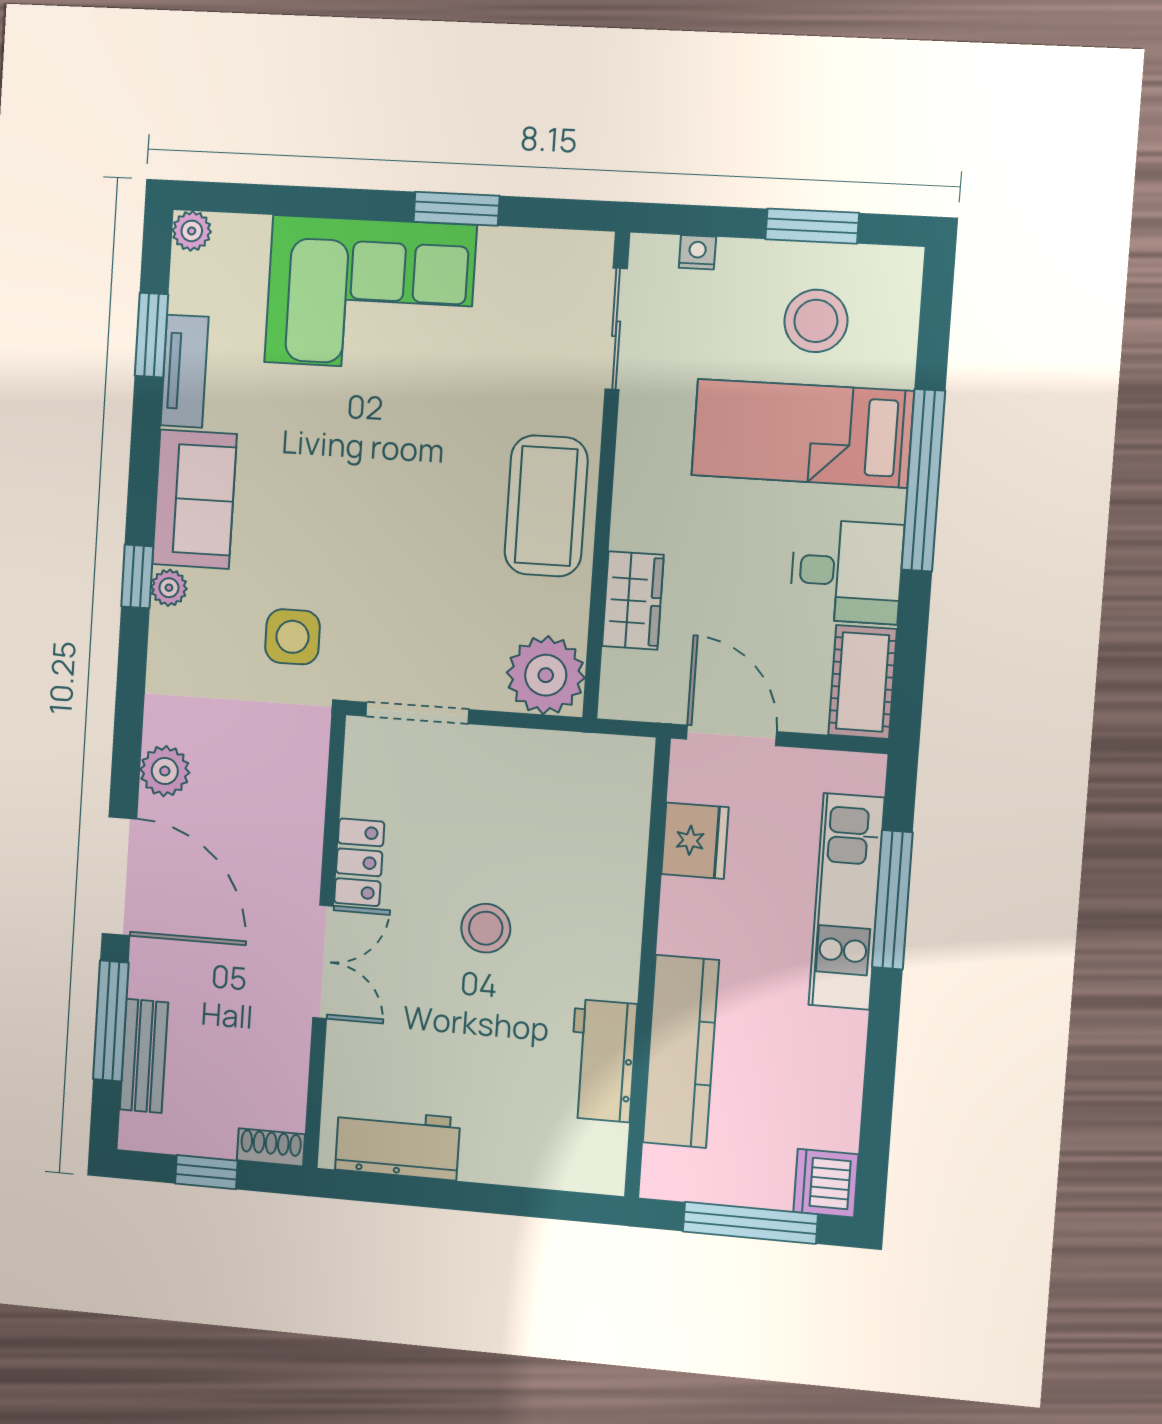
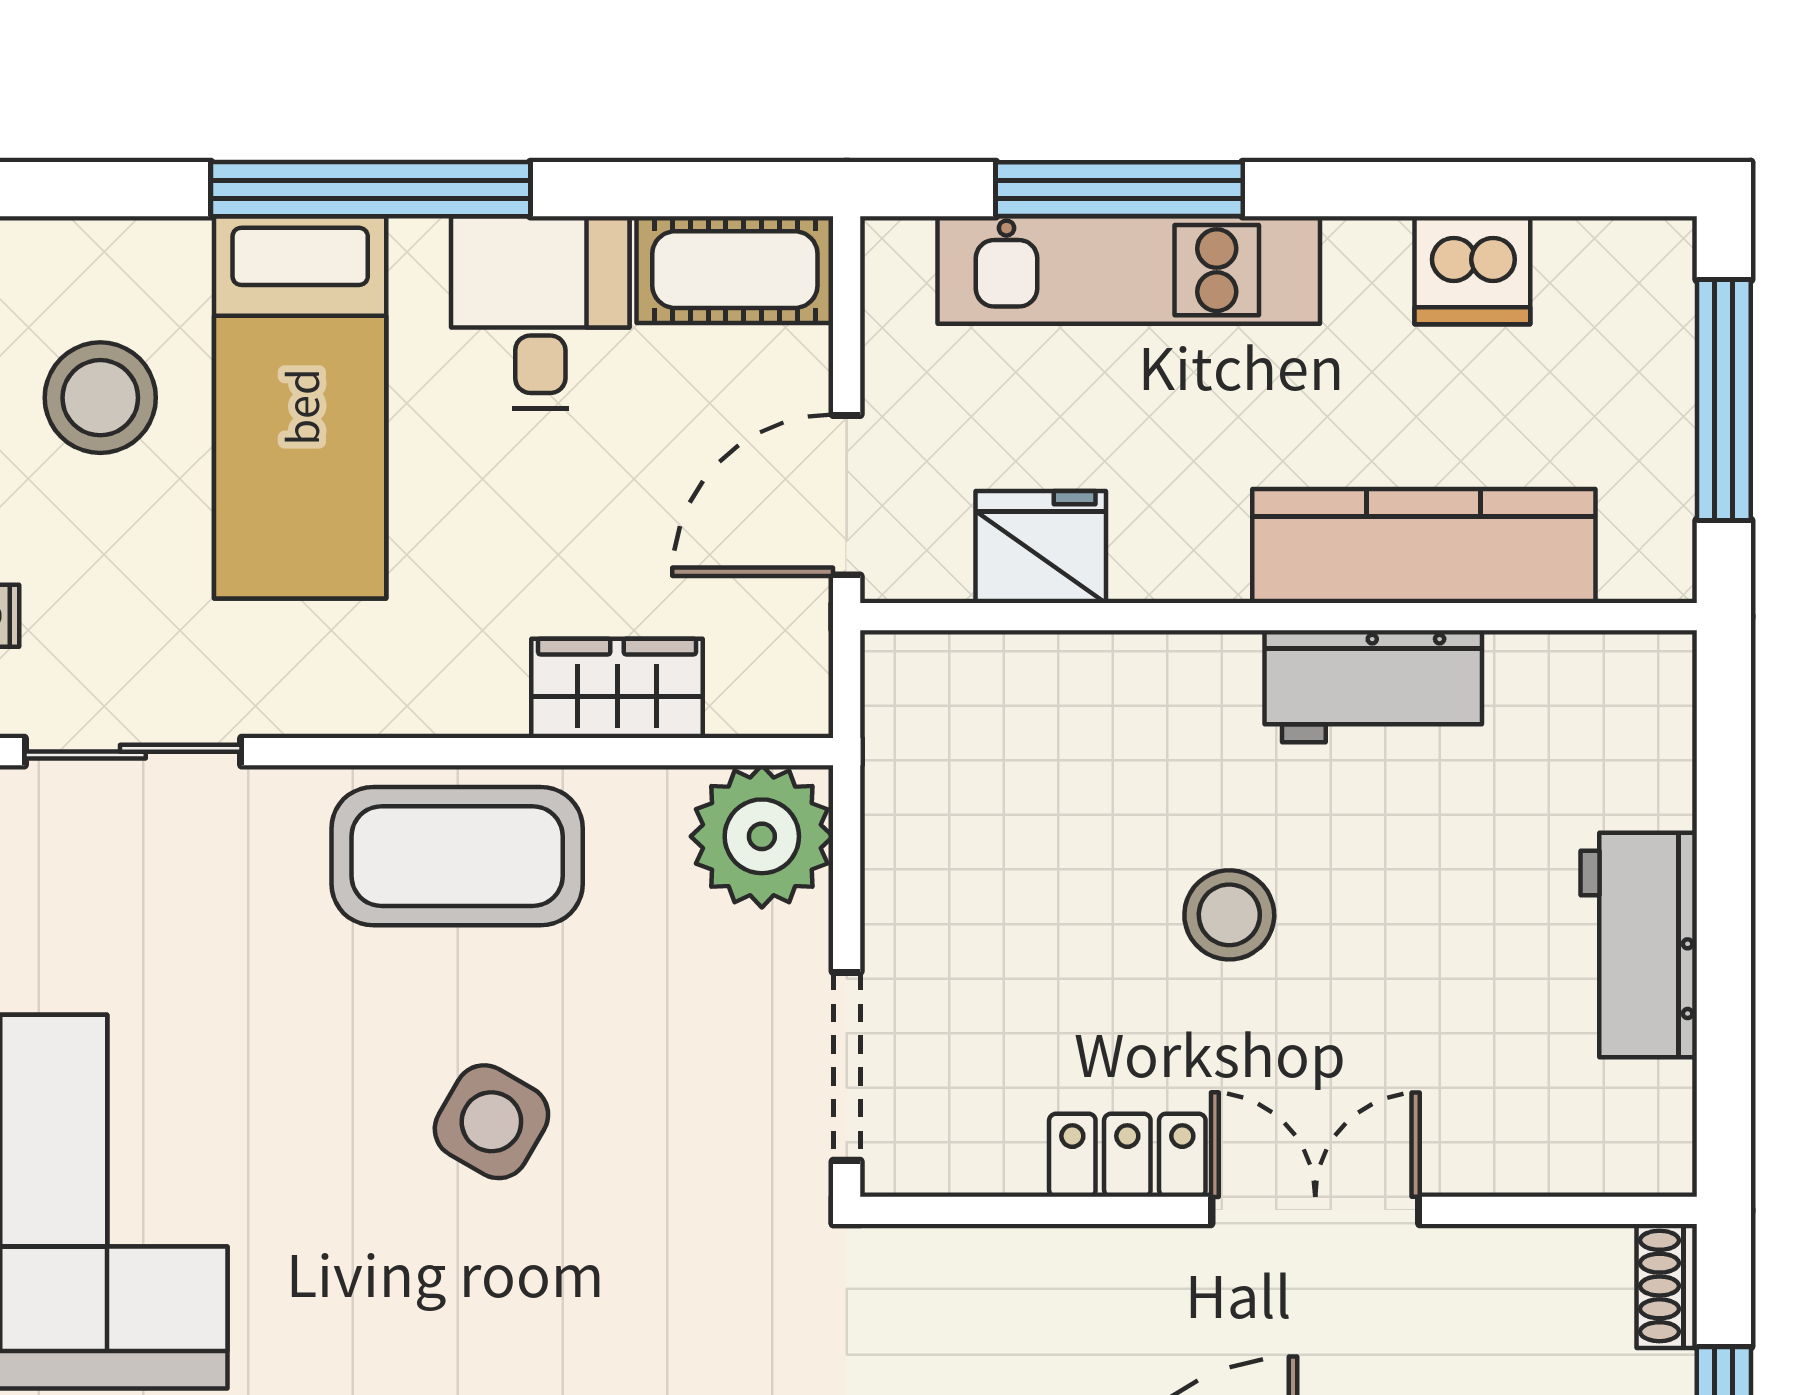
side table: (293, 637) -> (491, 1122), moved, turned 30
workbench: (603, 1061) -> (1373, 686), moved
workbench: (397, 1144) -> (1639, 945), moved
dishwasher: (826, 1183) -> (1472, 270), moved

